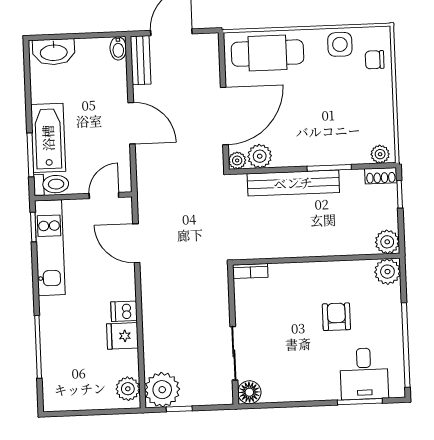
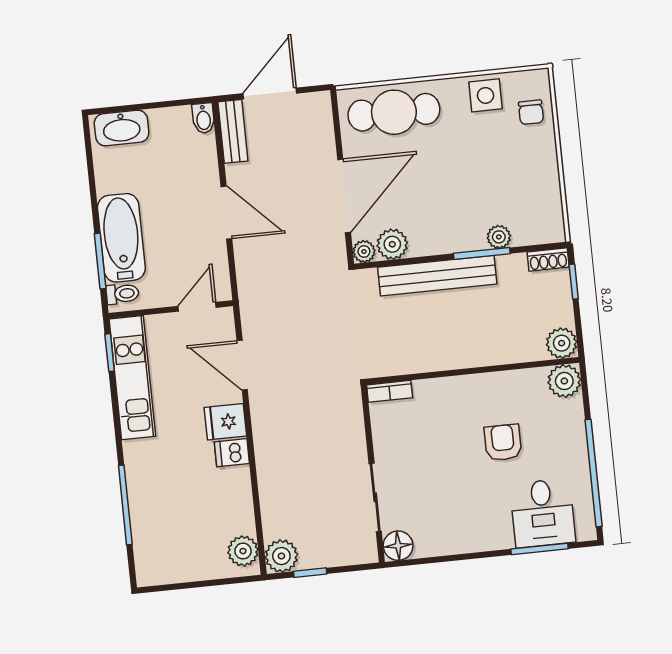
chair: (375, 60) -> (531, 112), turned -90
plant: (380, 154) -> (499, 237), moved
toilet: (51, 184) -> (122, 294), width x0.73, depth x0.72
fridge: (122, 336) -> (225, 422), moved
plant: (162, 390) -> (281, 556), width x0.73, depth x0.73

